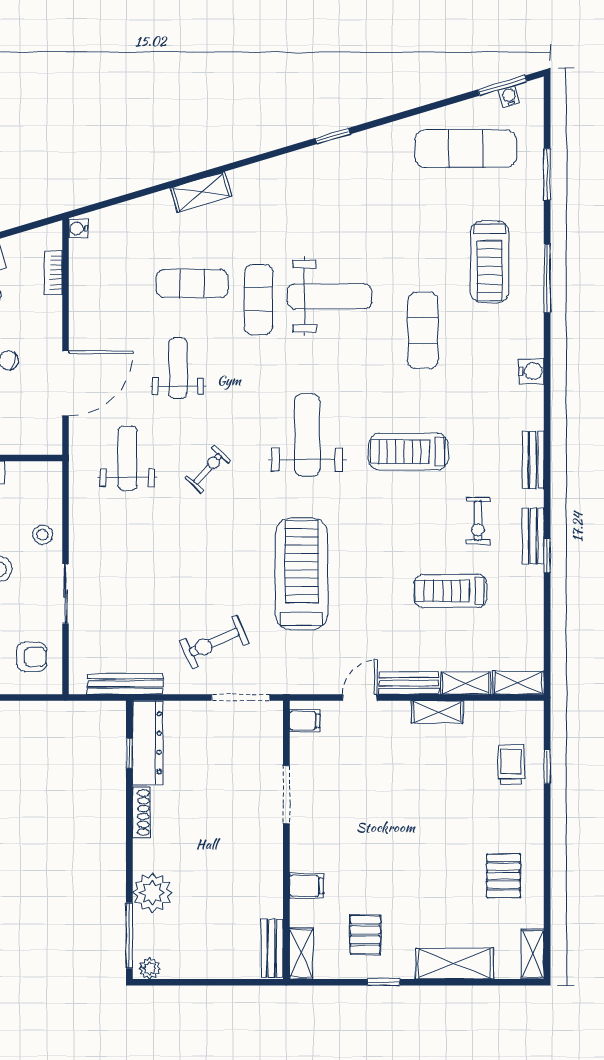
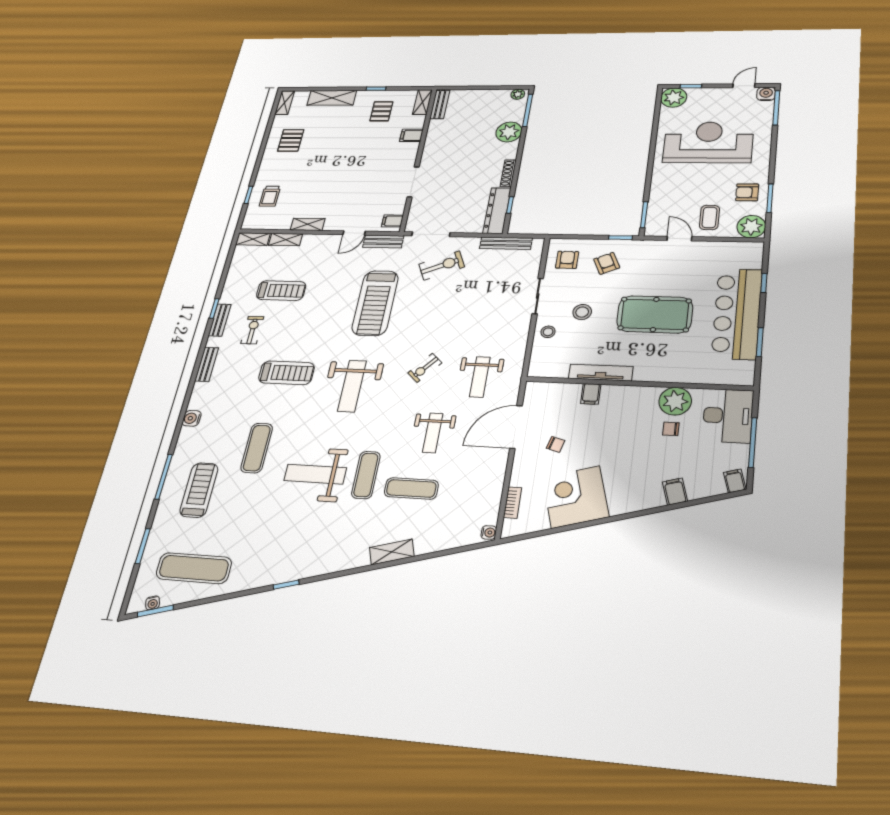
armchair: (32, 657) -> (567, 260), turned 90
bench: (409, 683) -> (383, 241), moved

